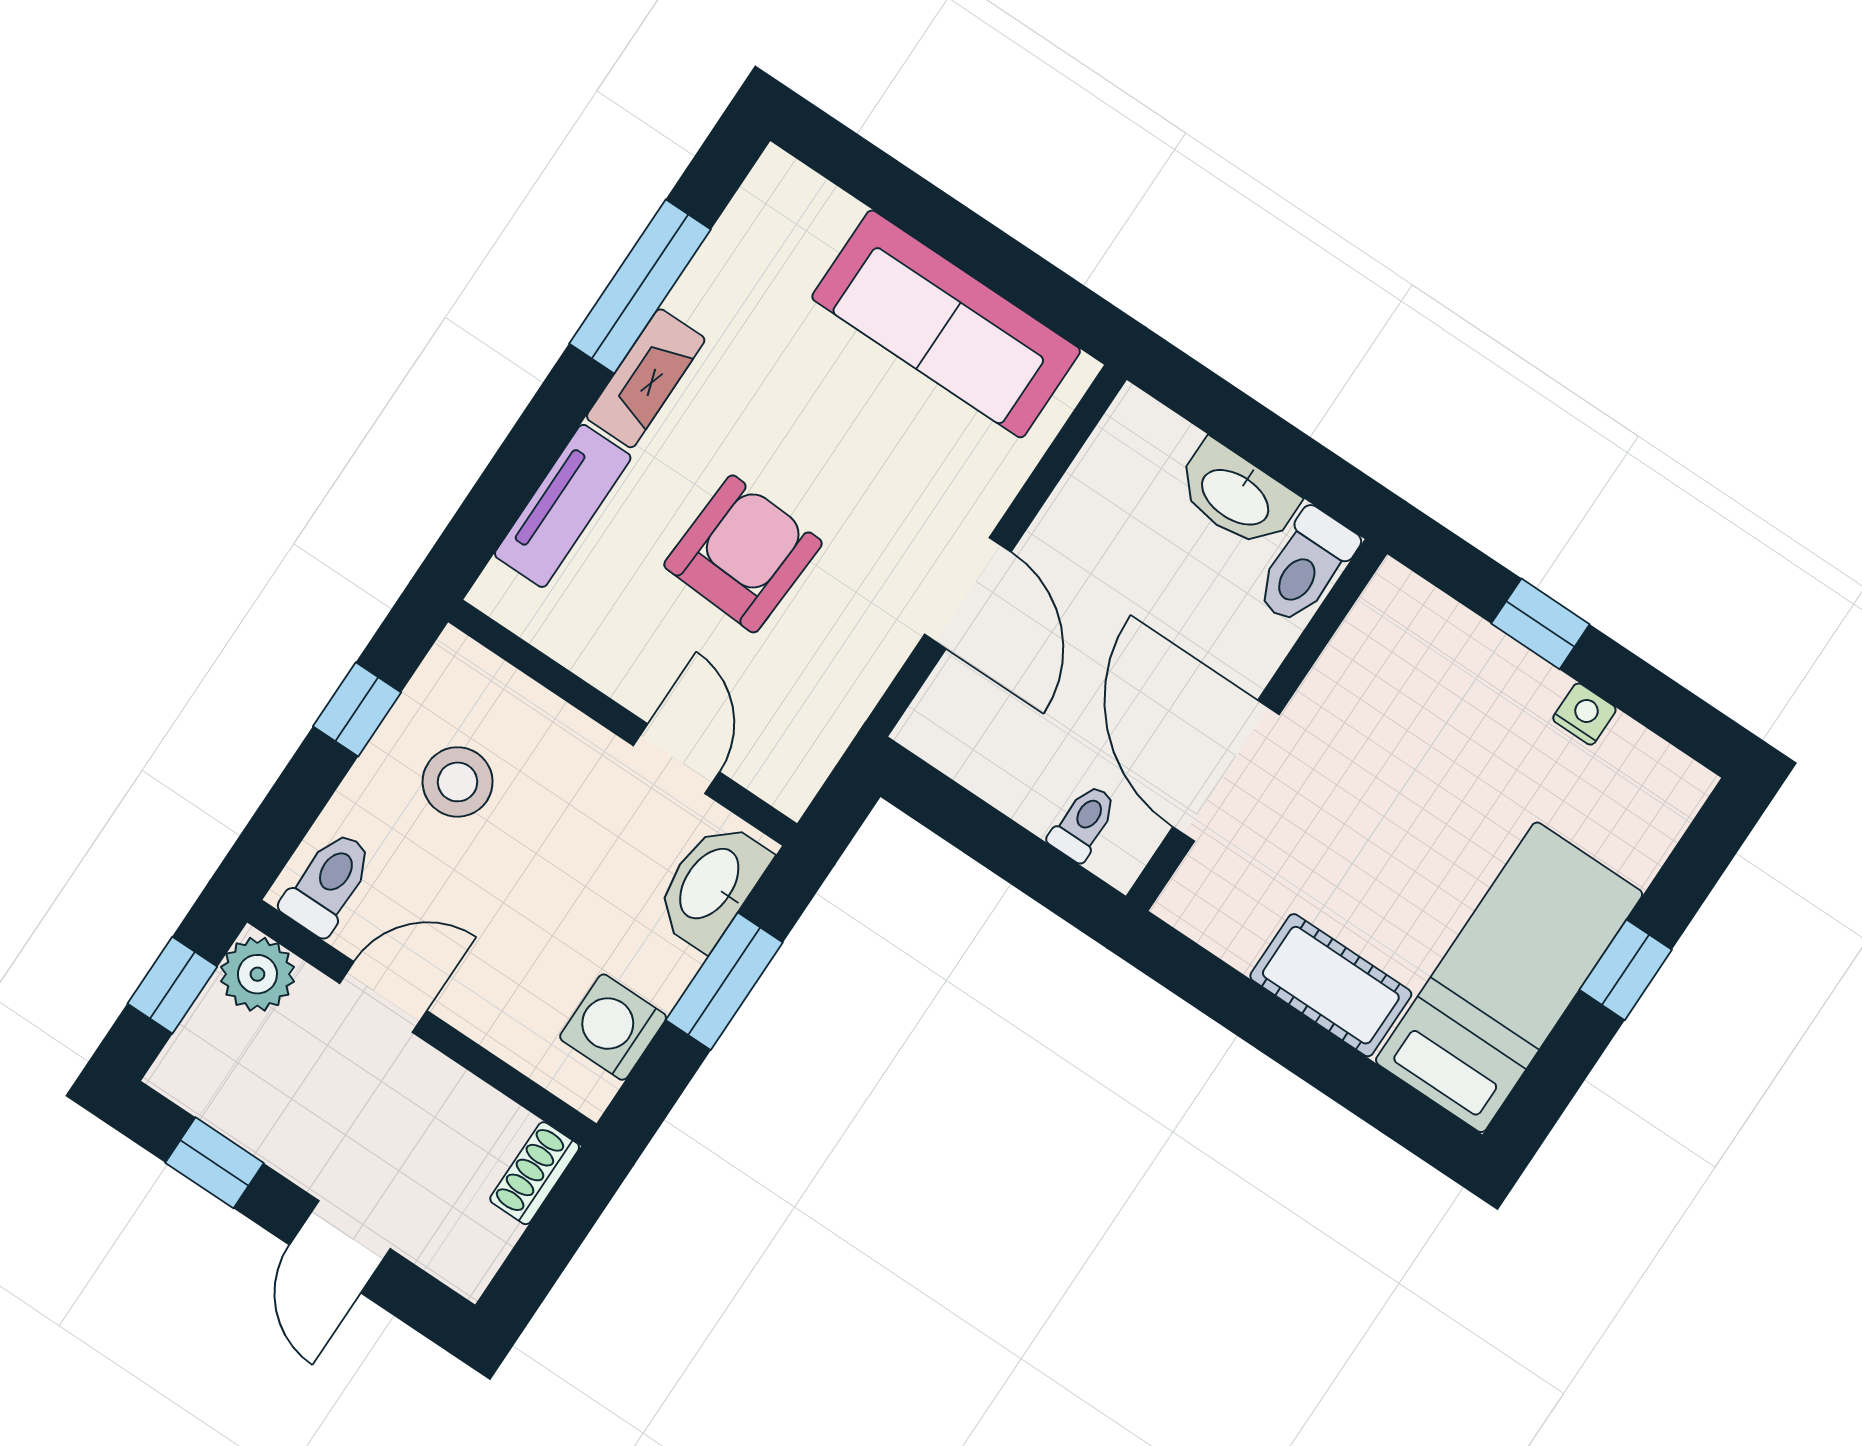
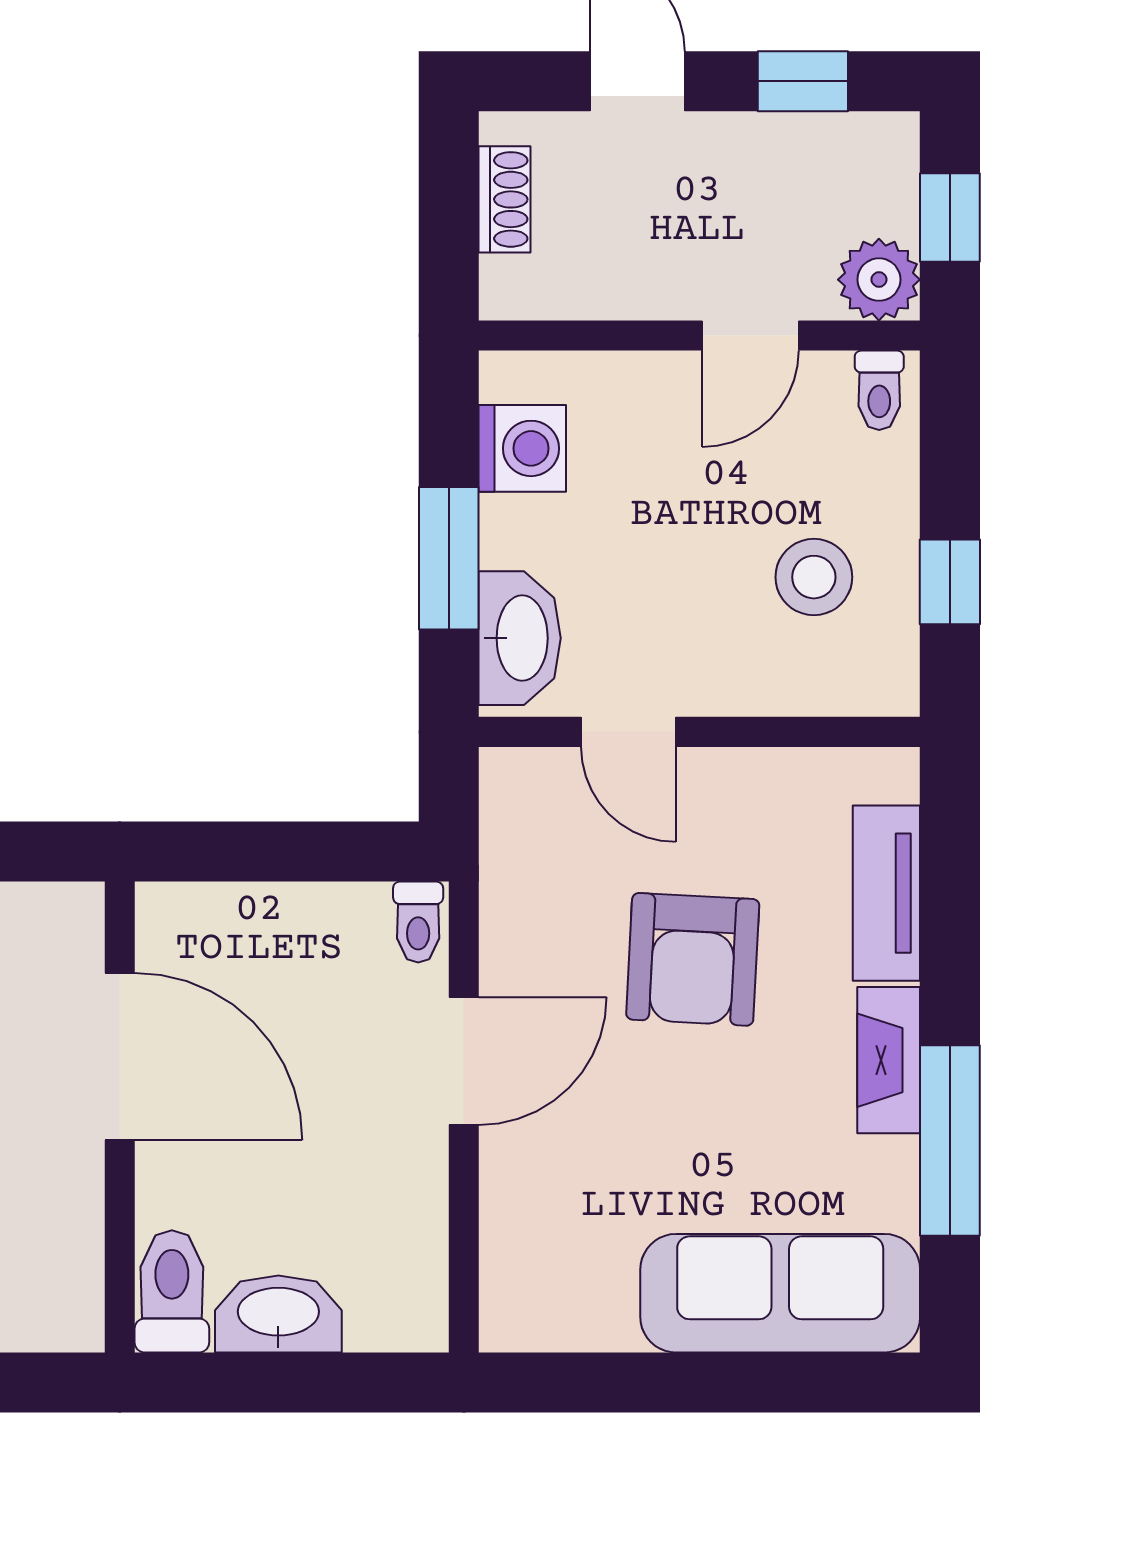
sofa: (946, 324) -> (780, 1293), moved
door: (968, 593) -> (464, 1061), swing flipped
toilet: (1083, 823) -> (418, 922), moved
toilet: (328, 883) -> (879, 390), width x0.73, depth x0.72
shoe rack: (535, 1173) -> (505, 199), moved

